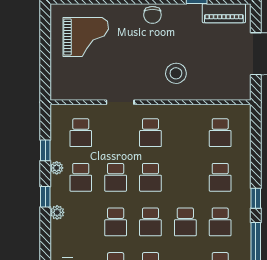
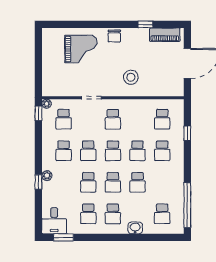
grand piano: (86, 37) -> (81, 49), moved
window: (45, 150) -> (38, 113), moved
plant: (57, 168) -> (47, 104), moved
window: (45, 197) -> (38, 182), moved
window: (256, 198) -> (187, 133), moved
school desk: (220, 222) -> (138, 151), moved

